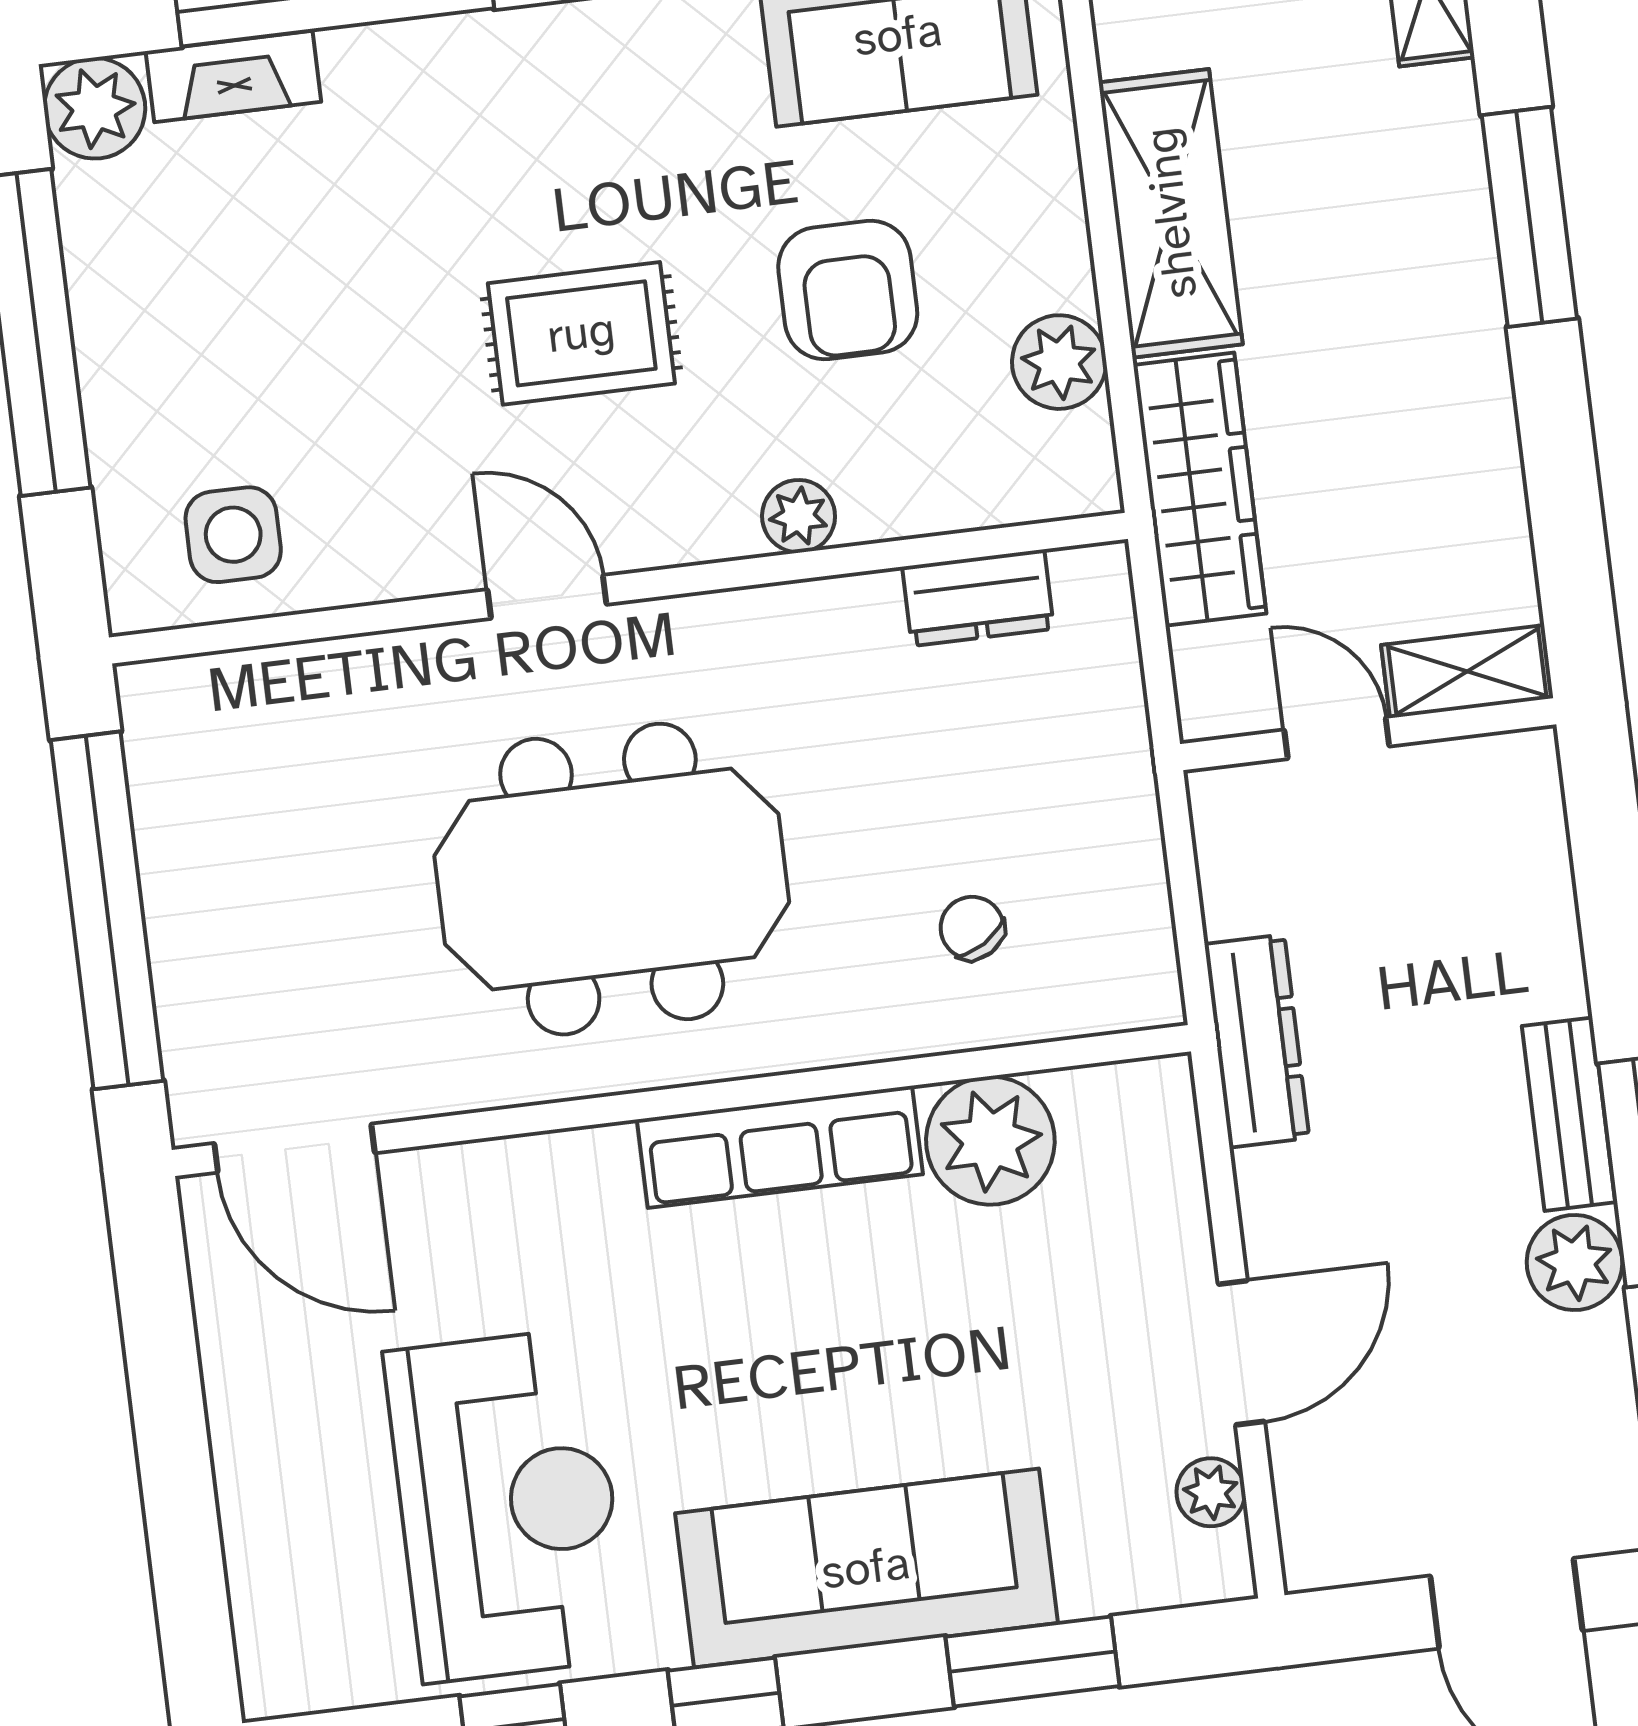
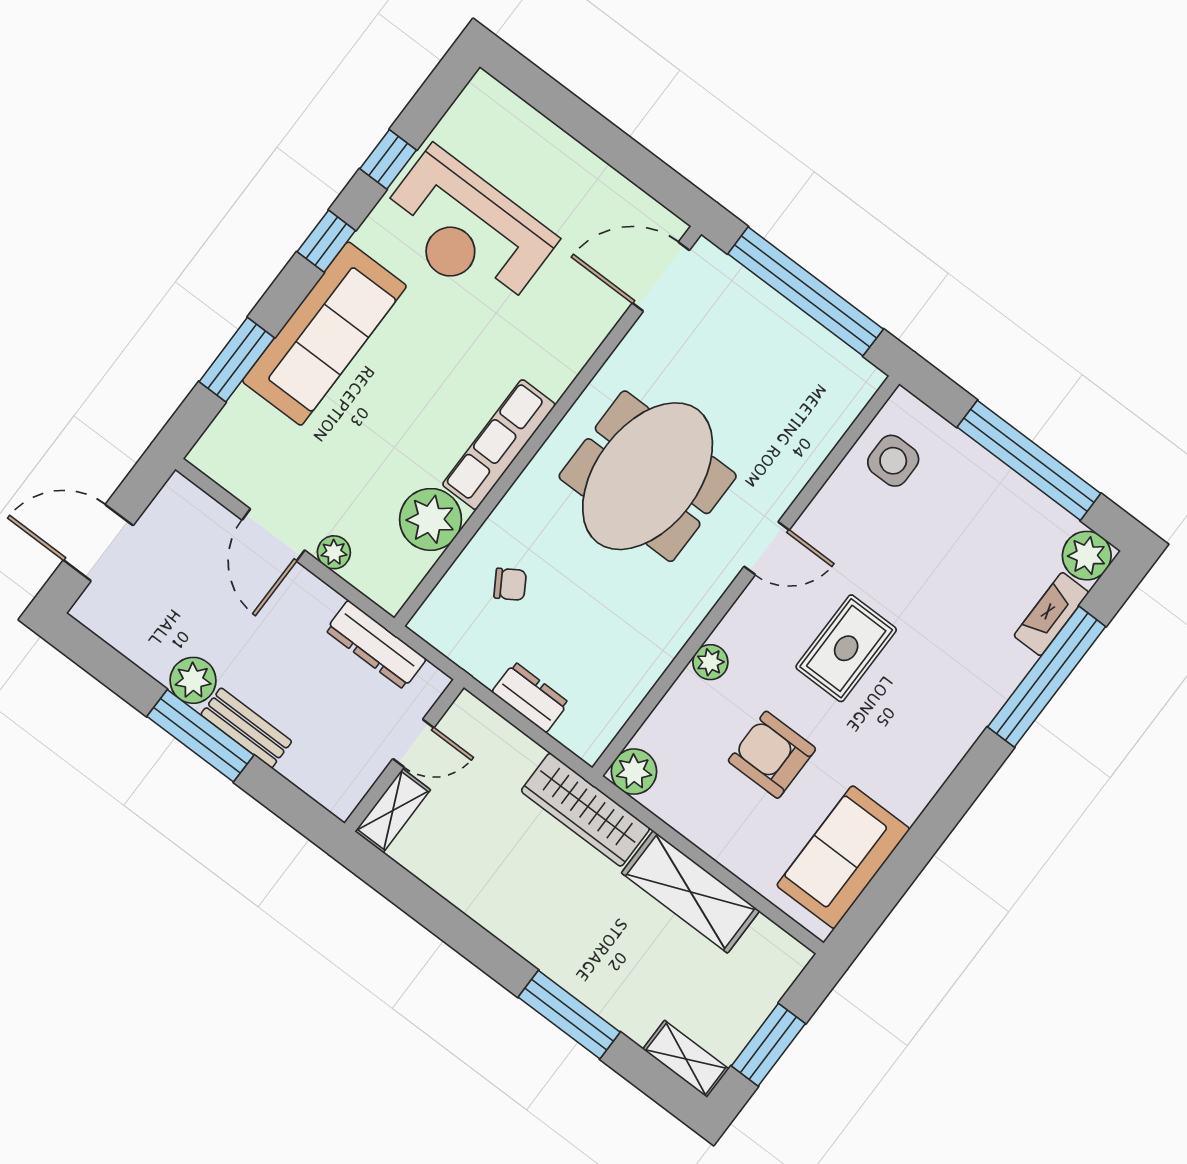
plant: (1059, 362) -> (634, 772), moved
dresser: (978, 598) -> (530, 697), moved, turned 90
shelving: (1467, 671) -> (393, 811), moved
wall: (1368, 734) -> (404, 755), moved
door: (1337, 738) -> (413, 743), moved
plant: (1211, 1492) -> (334, 552), moved

